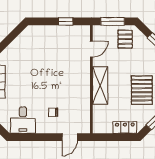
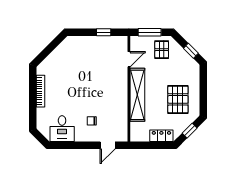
shelving: (100, 85) -> (137, 95), width x1.47

